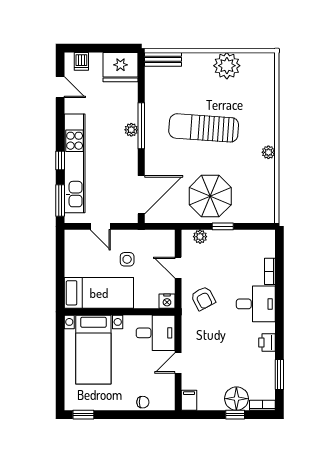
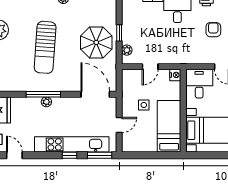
door: (60, 87) -> (14, 155), hinge flipped
armchair: (203, 298) -> (213, 30), moved, turned -62

